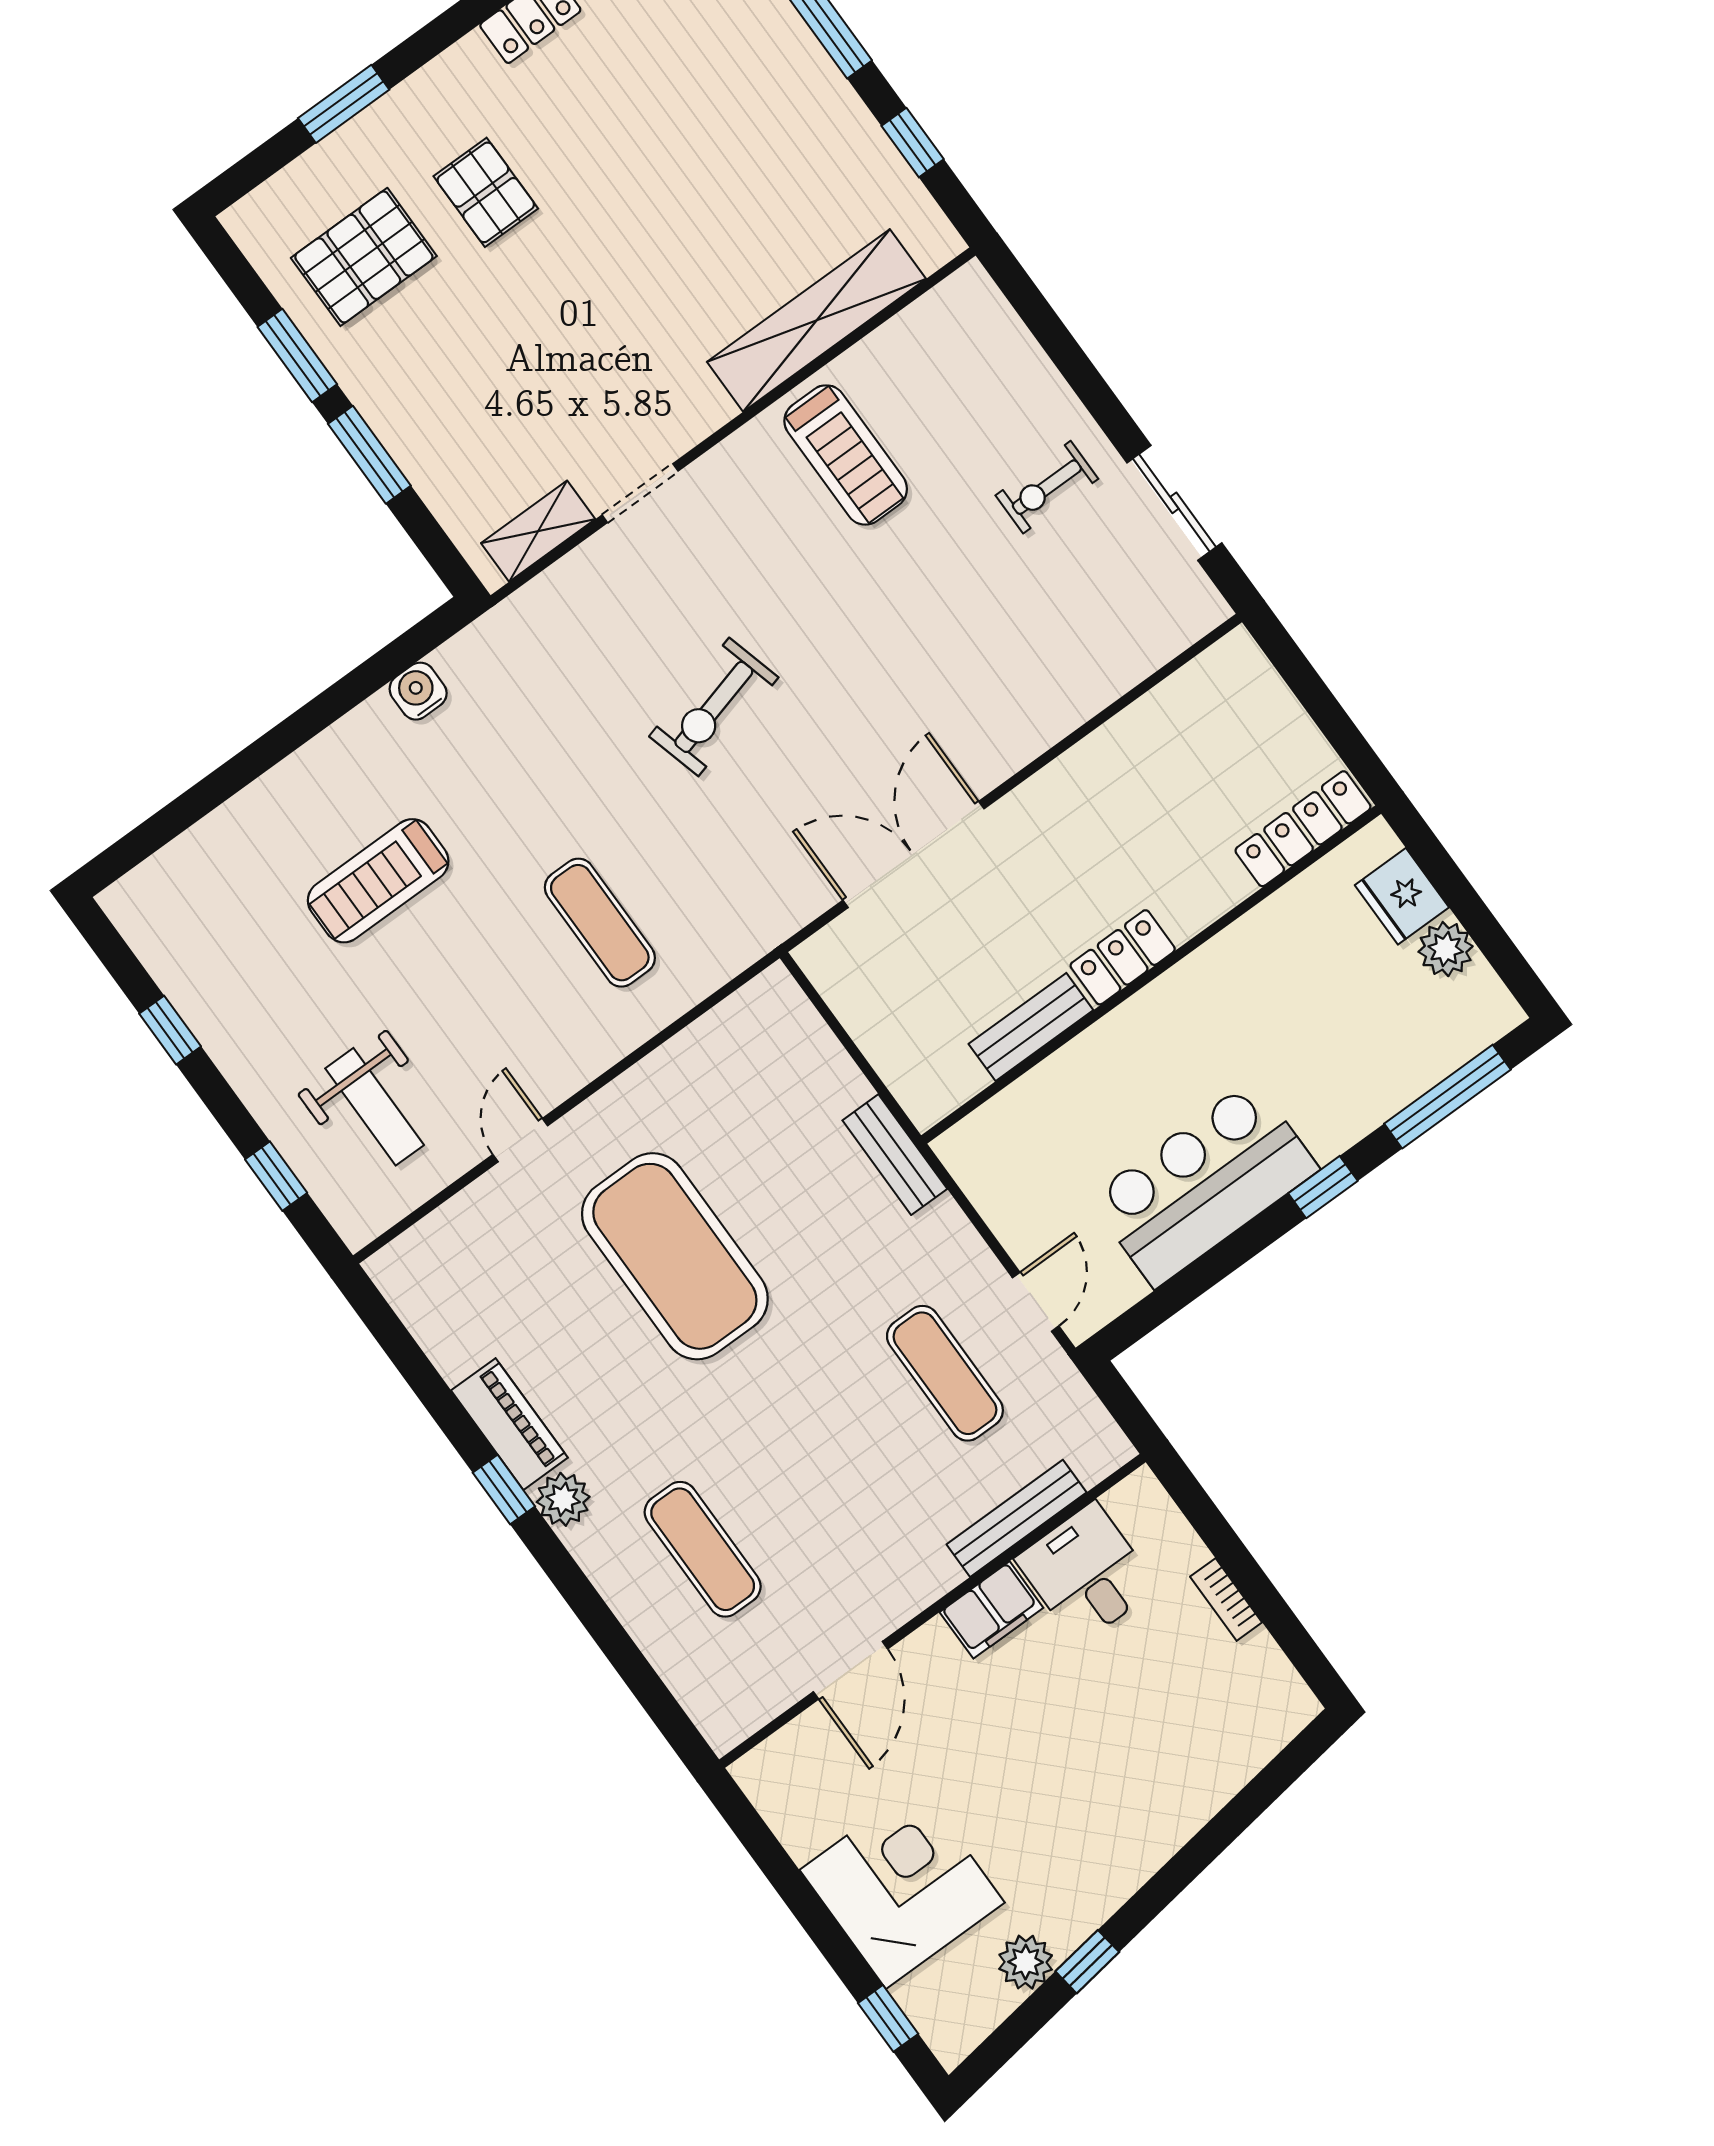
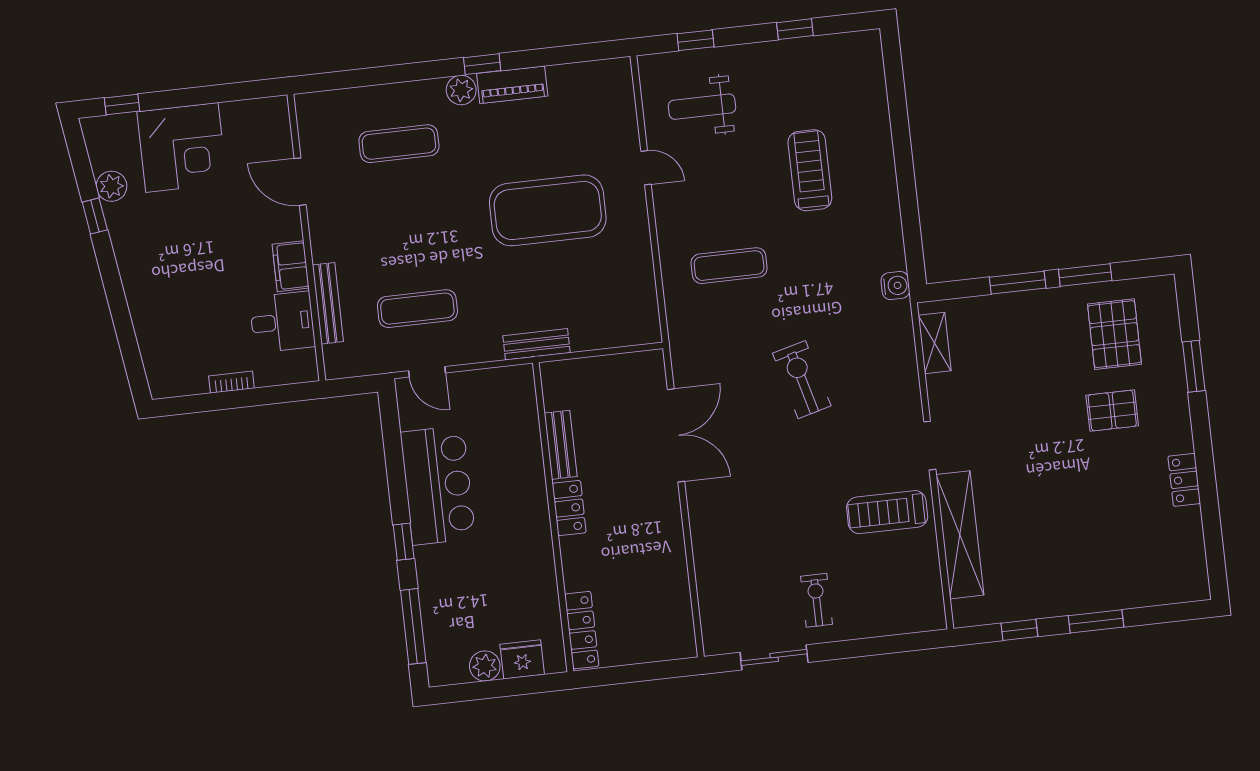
doorway: (640, 493) -> (930, 446), moved
water cooler: (418, 691) -> (895, 286), moved

